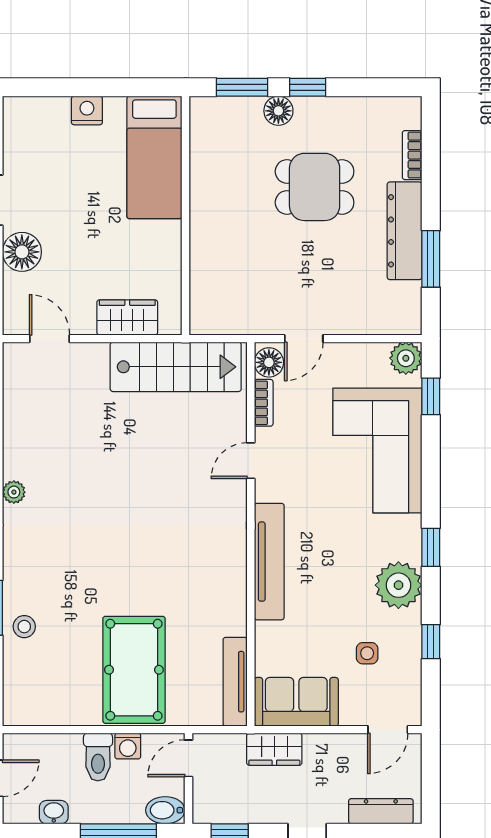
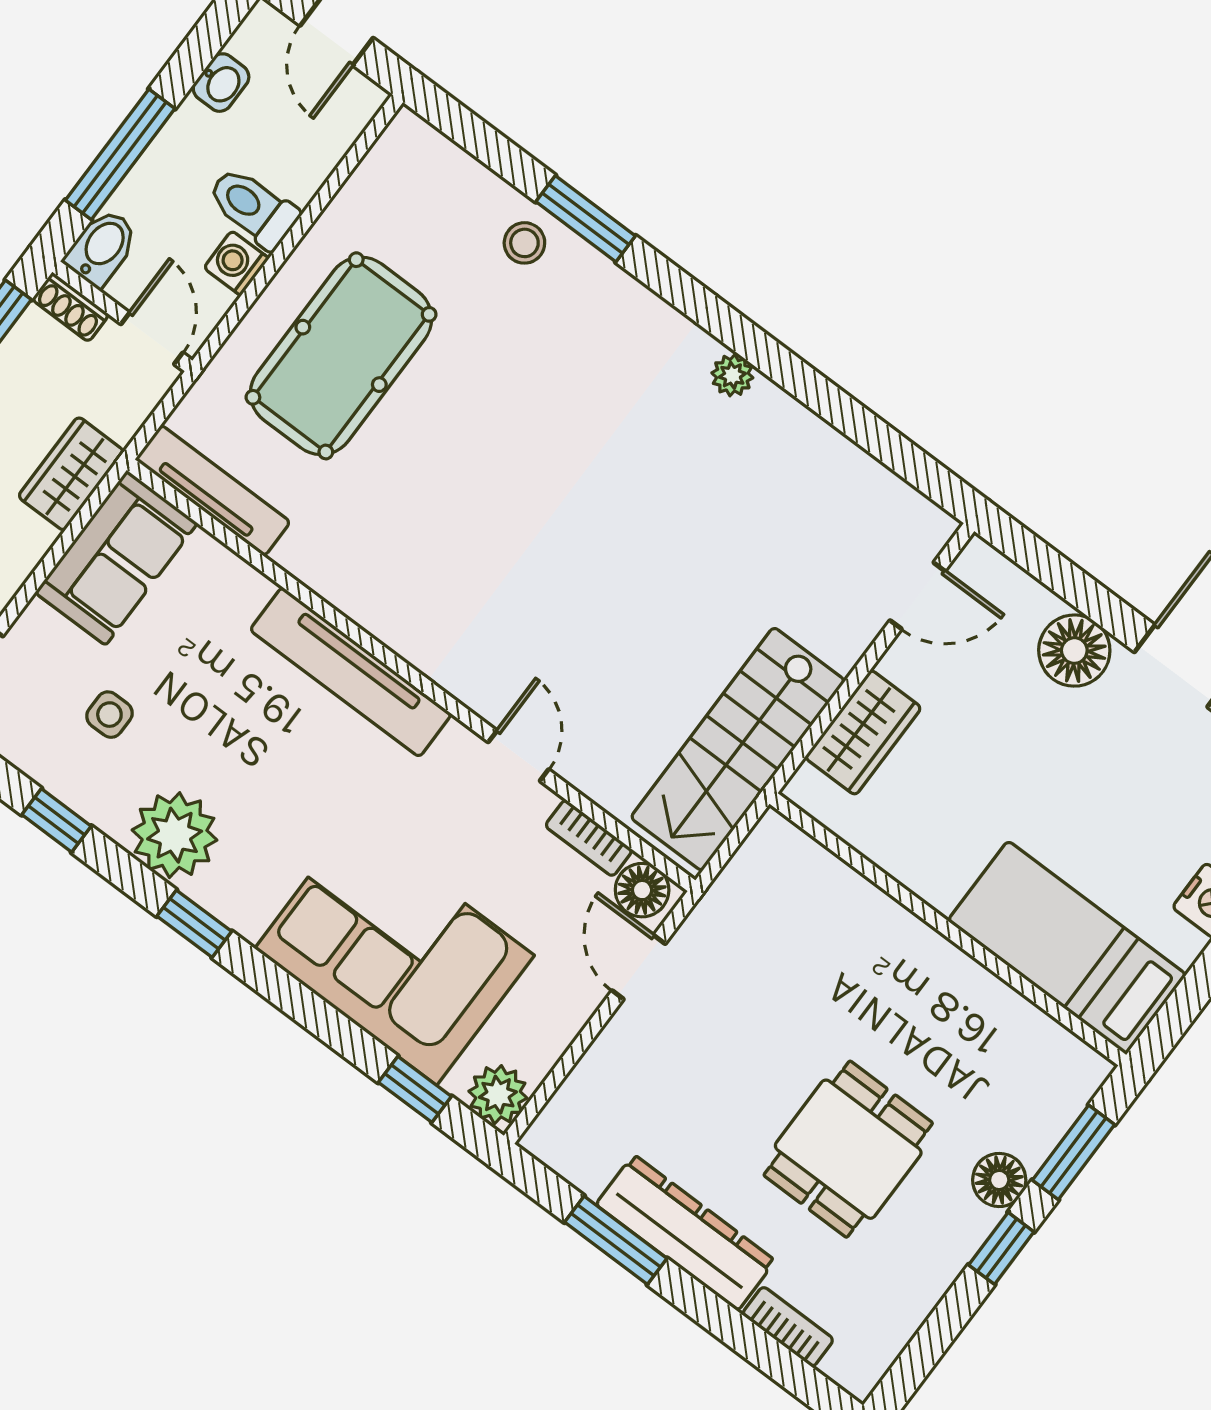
pool table: (134, 670) -> (341, 356), turned 90
shoe rack: (202, 804) -> (70, 307), added

